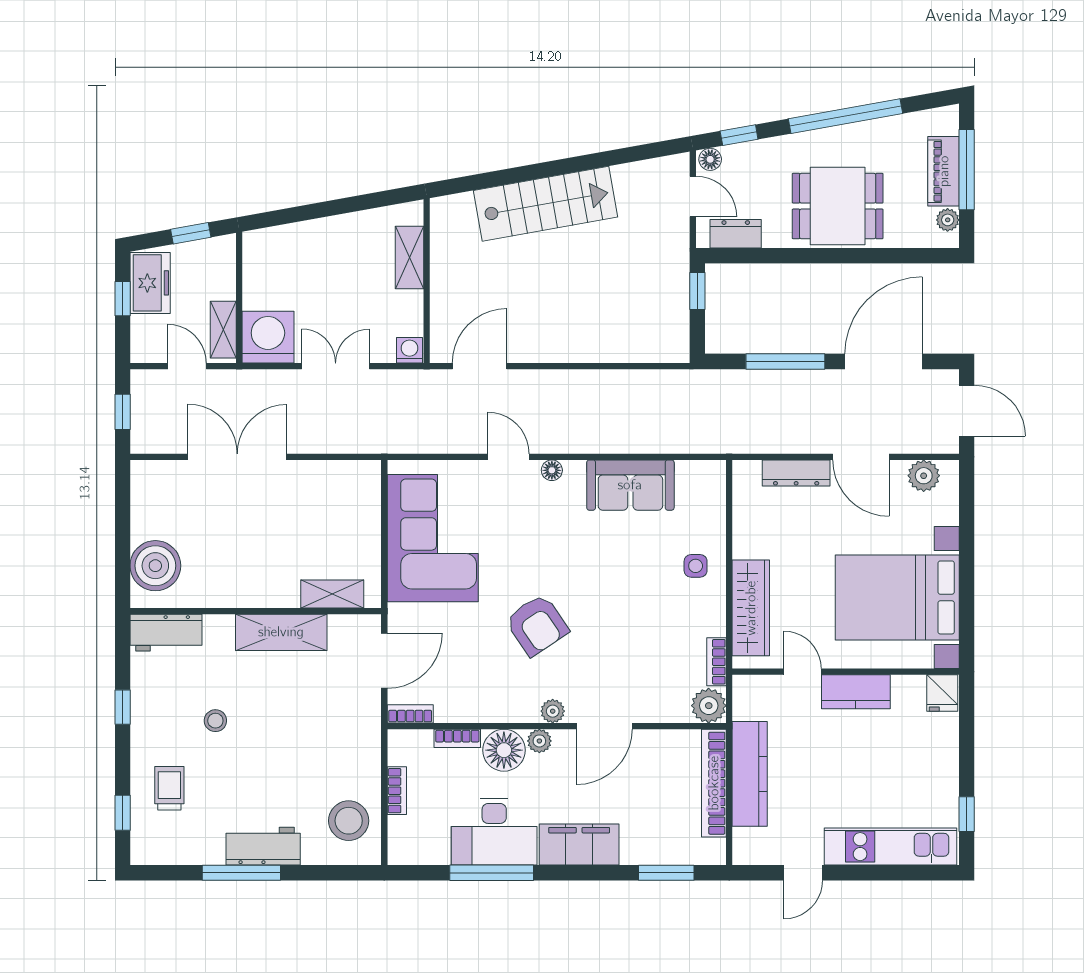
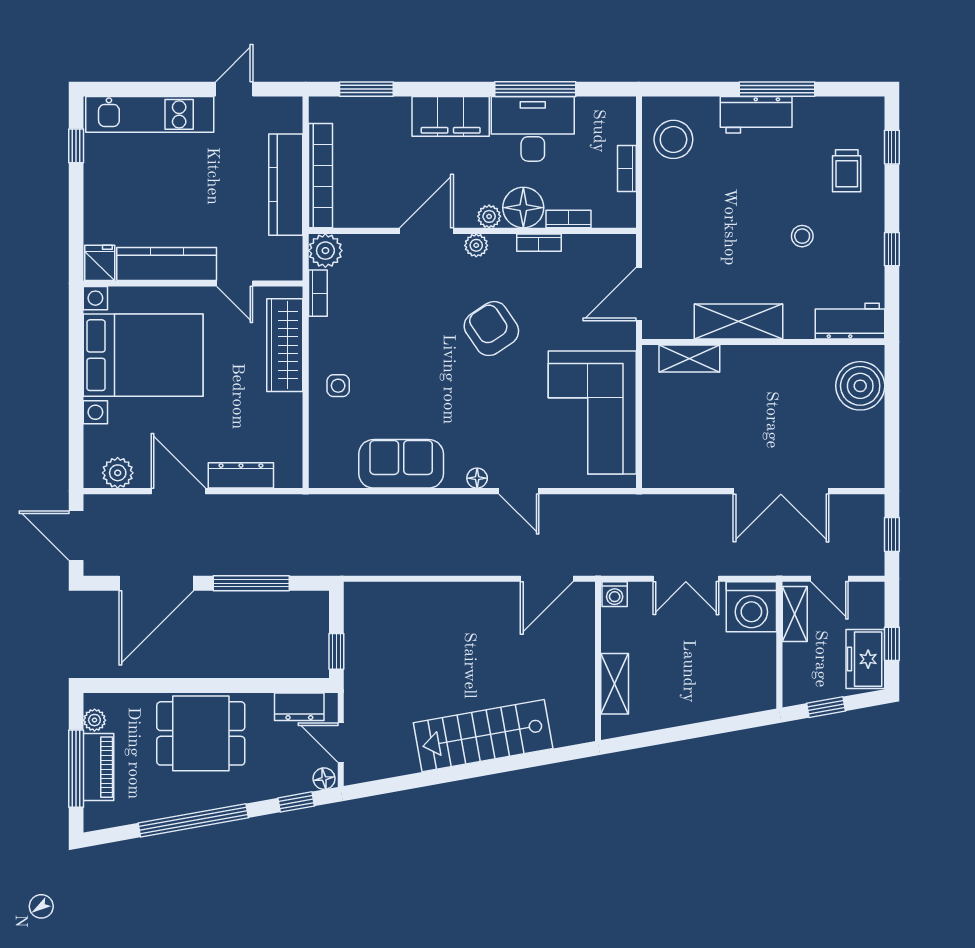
kitchen counter: (856, 692) -> (167, 264), width x1.50
bookcase: (410, 714) -> (539, 243), moved

